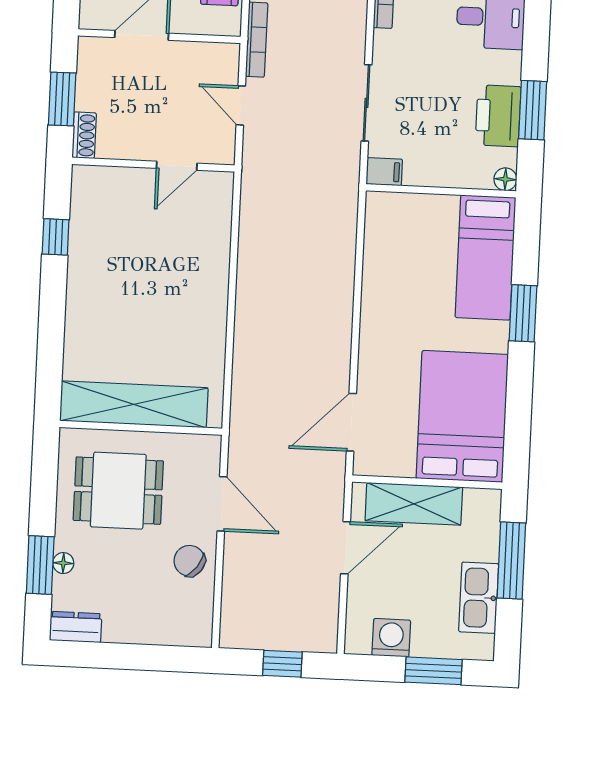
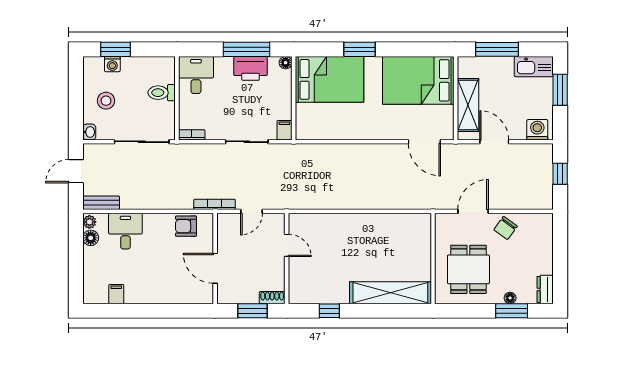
window: (533, 110) -> (246, 49), width x1.44
bed: (485, 257) -> (329, 79), width x1.50
shelving: (134, 404) -> (390, 293), moved, turned 90
kitchen sink: (479, 598) -> (534, 67), moved
washing machine: (391, 638) -> (537, 130), moved, turned 90

